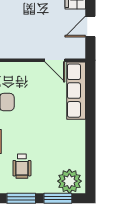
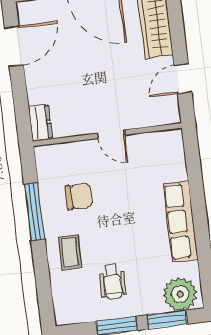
door: (55, 60) -> (111, 134), moved
row of seats: (76, 91) -> (181, 221), moved

